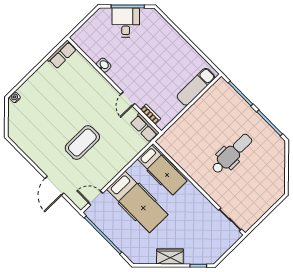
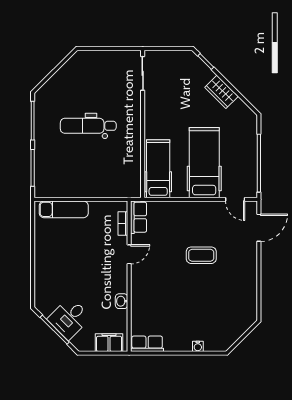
filing cabinet: (86, 32) -> (109, 343), added
water cooler: (15, 97) -> (198, 346), moved
coffee table: (82, 143) -> (201, 255), width x0.73, depth x0.76
door: (54, 186) -> (259, 228), moved

